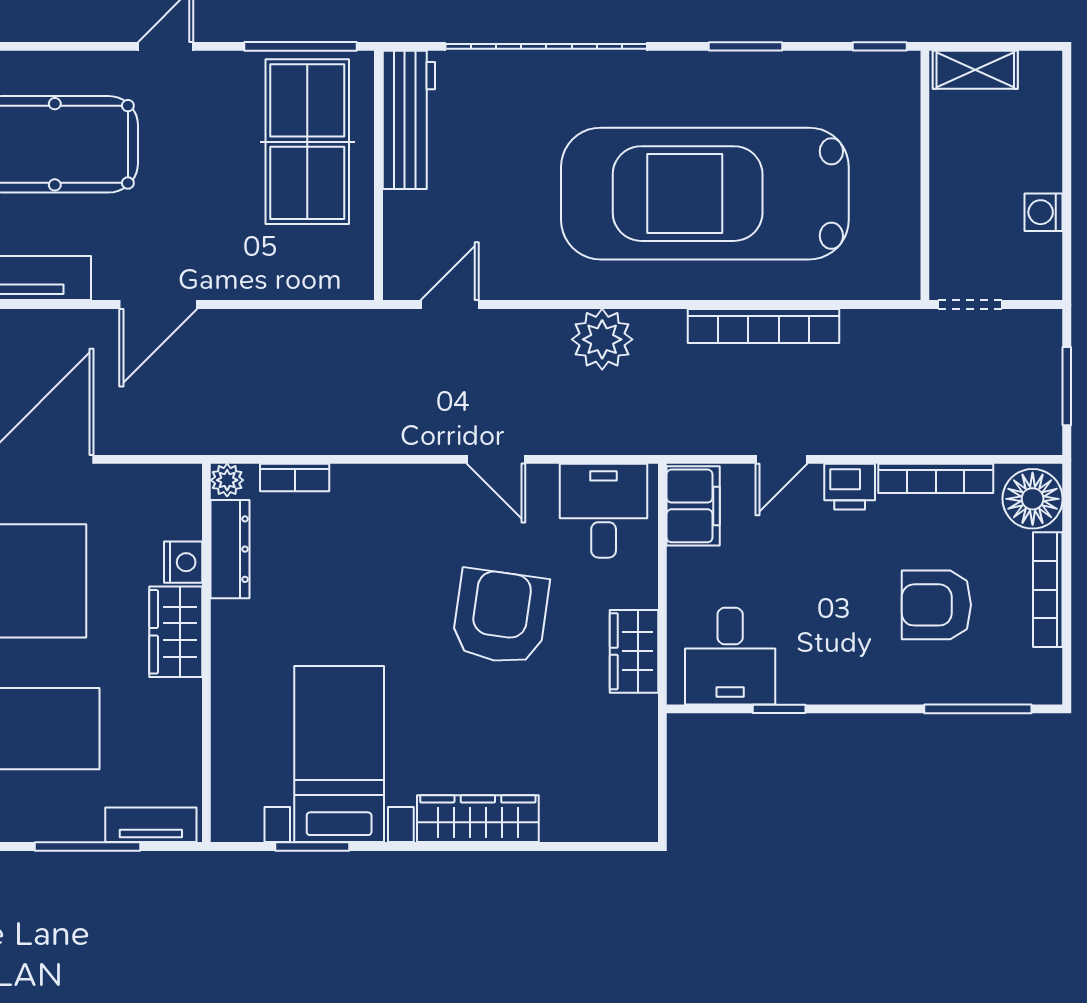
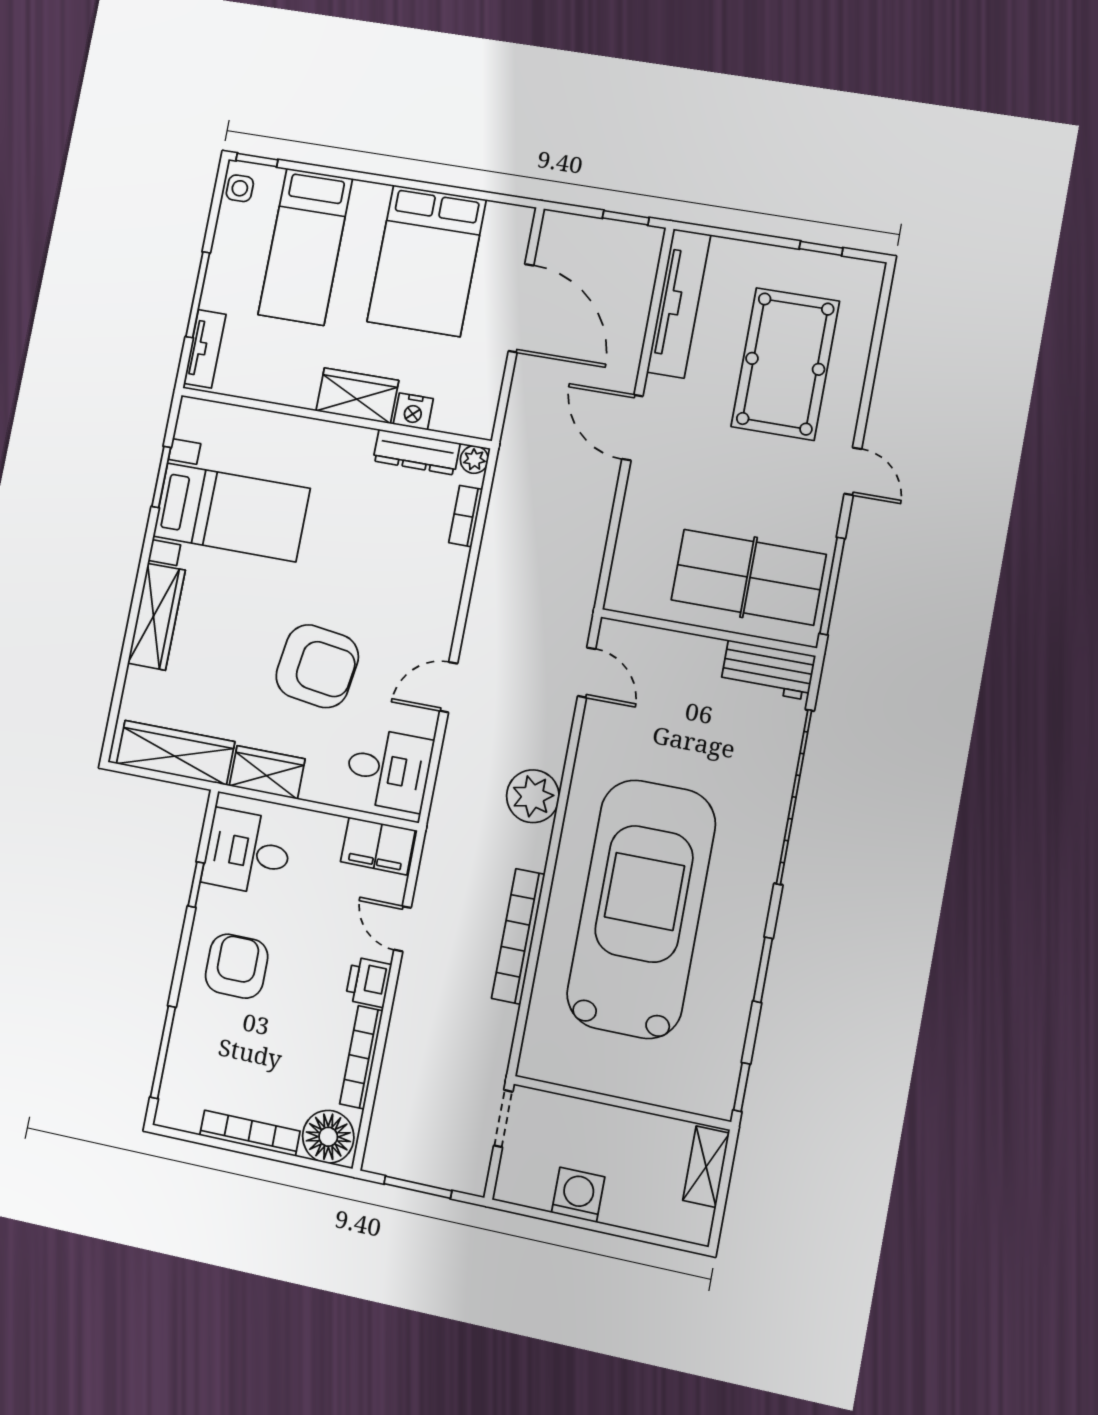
workbench: (409, 120) -> (768, 670), width x0.73
washing machine: (1044, 212) -> (578, 1195), width x1.38, depth x1.38
armchair: (936, 605) -> (237, 966), moved
wardrobe: (632, 764) -> (176, 753), added

